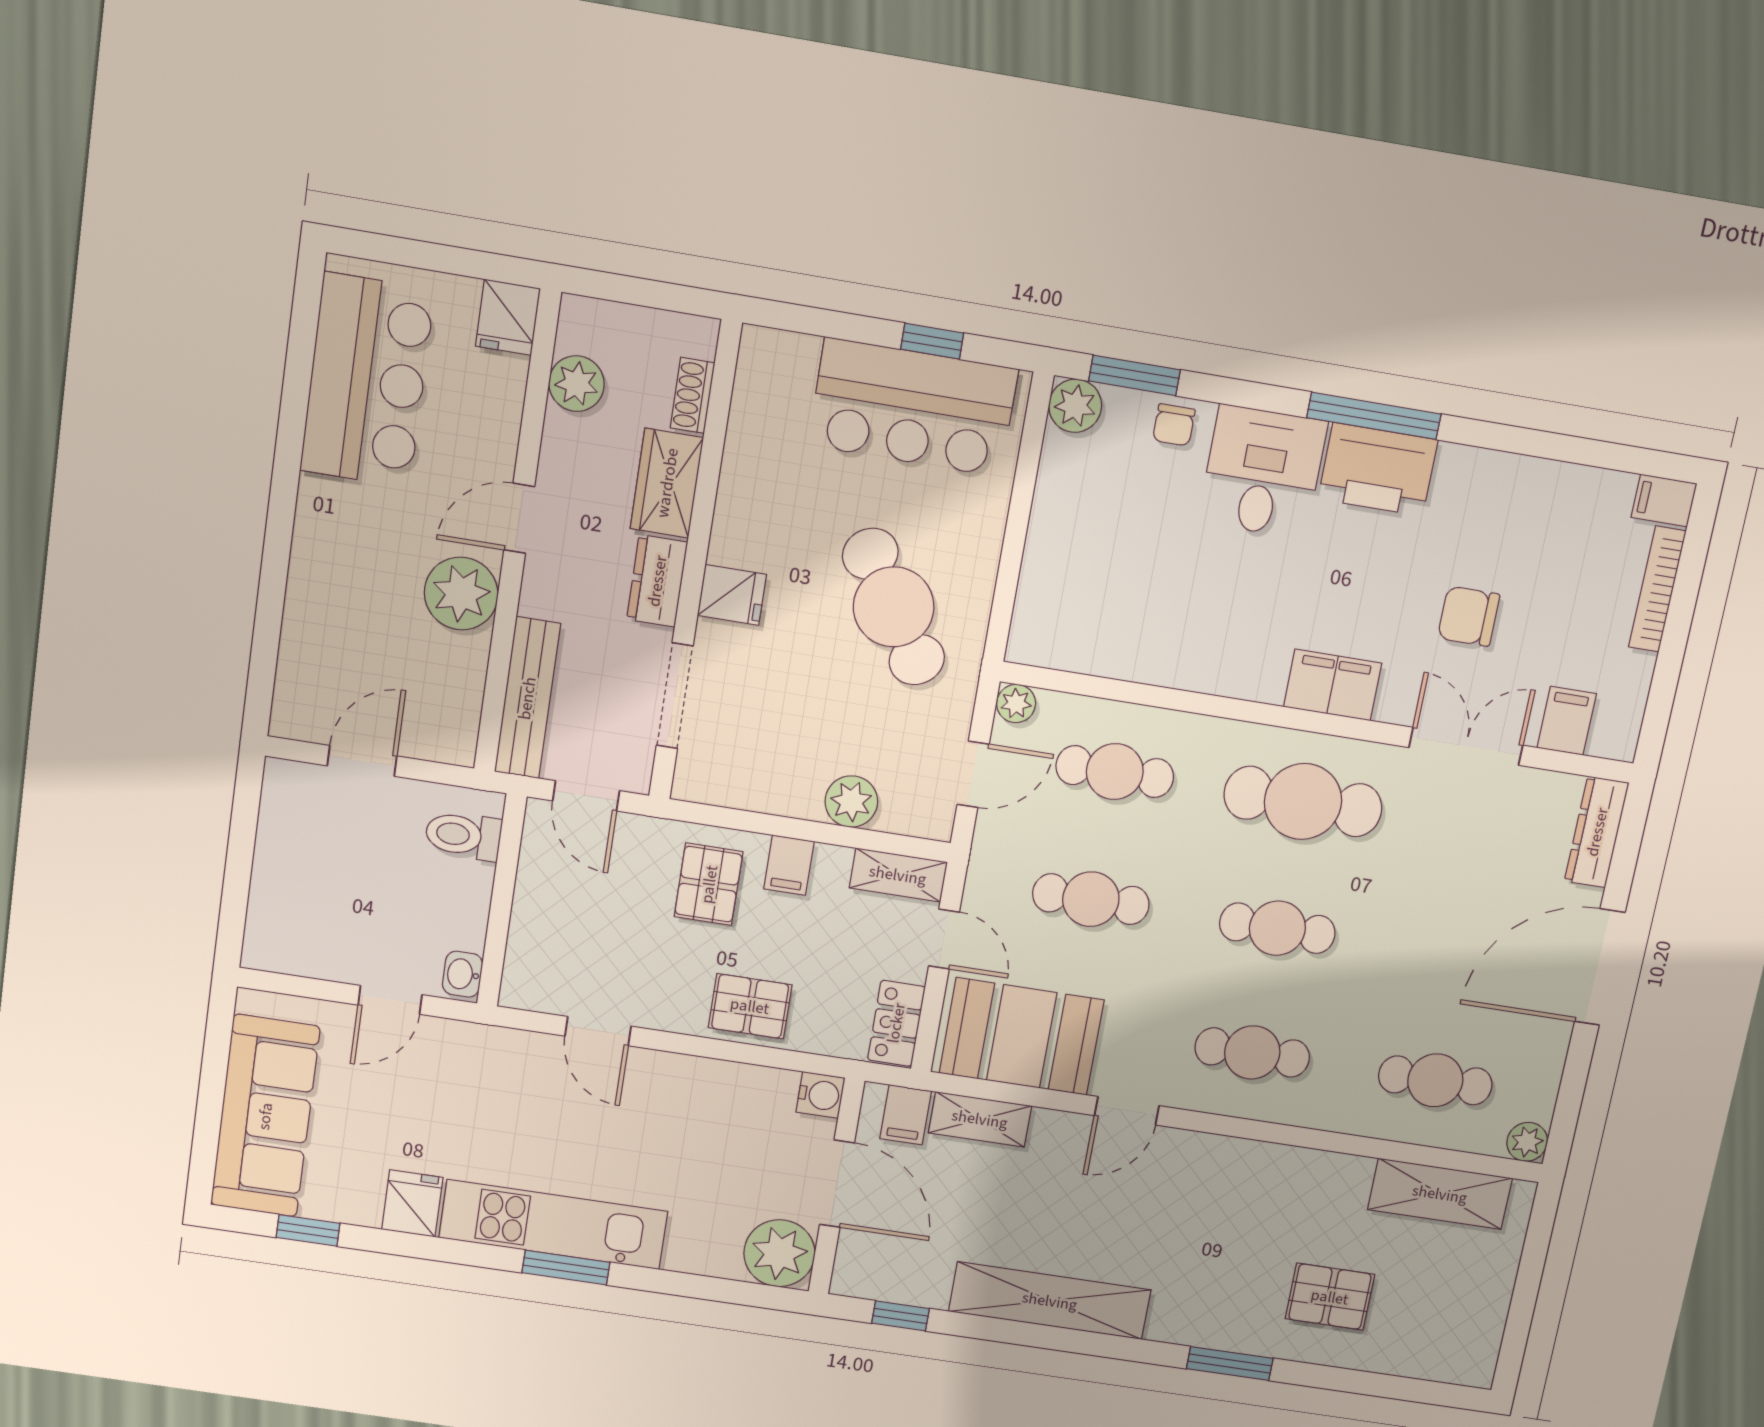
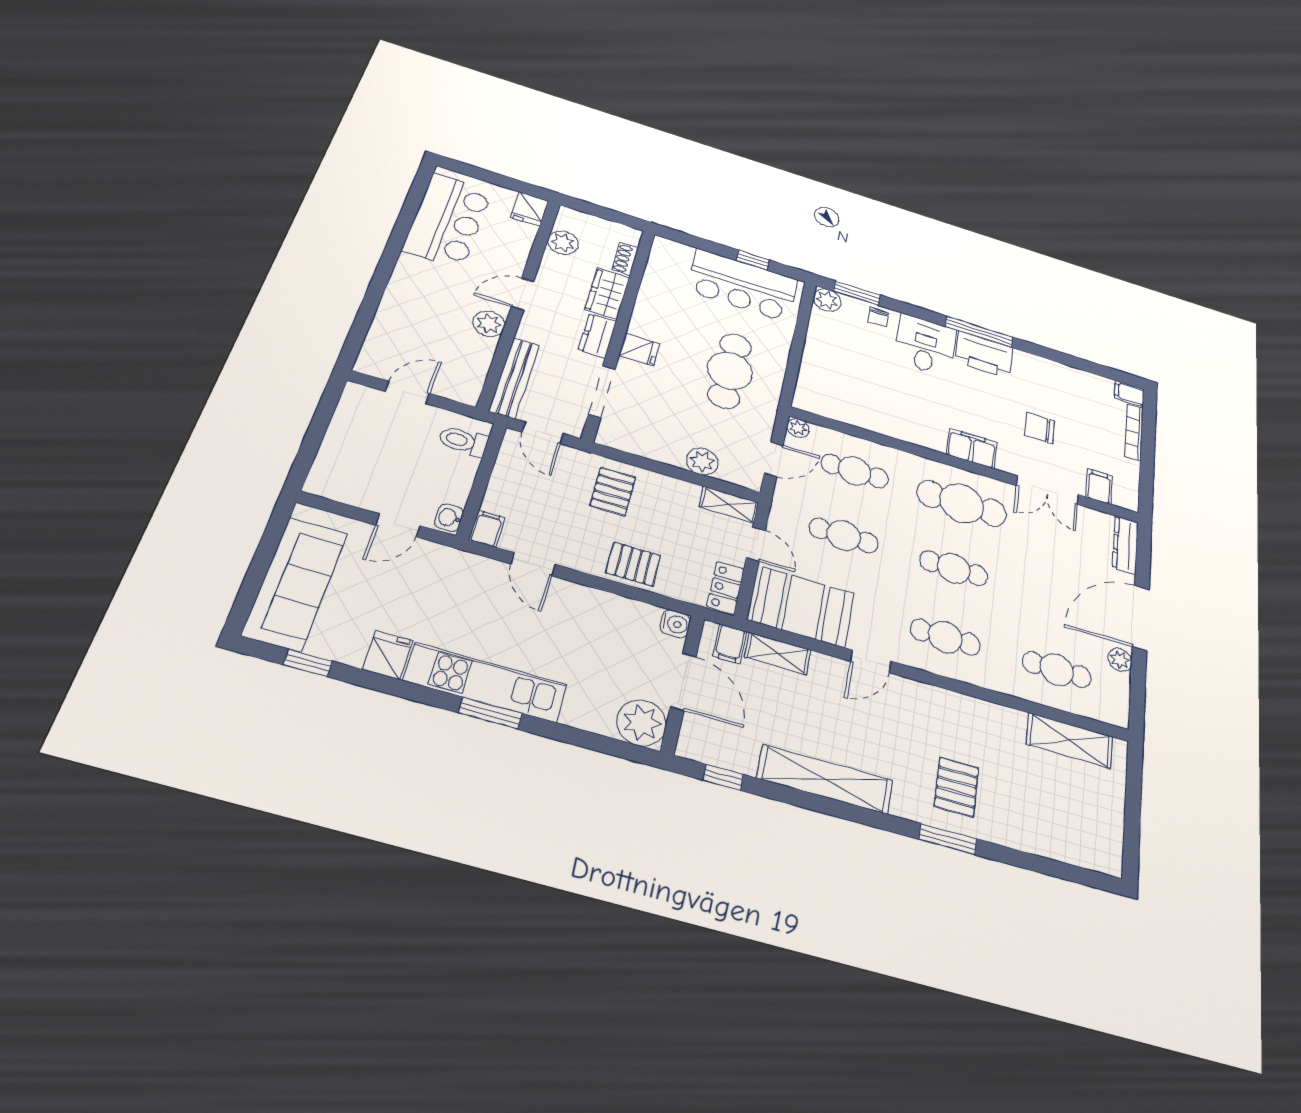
plant: (461, 594) -> (489, 324), width x0.73, depth x0.73
cafe table: (894, 607) -> (730, 371), turned 33
double door: (1466, 746) -> (1047, 490), swing flipped
filing cabinet: (789, 865) -> (487, 528), moved, turned 180
plant: (1527, 1142) -> (1120, 660), moved
pallet: (1330, 1297) -> (956, 787), moved, turned 90

